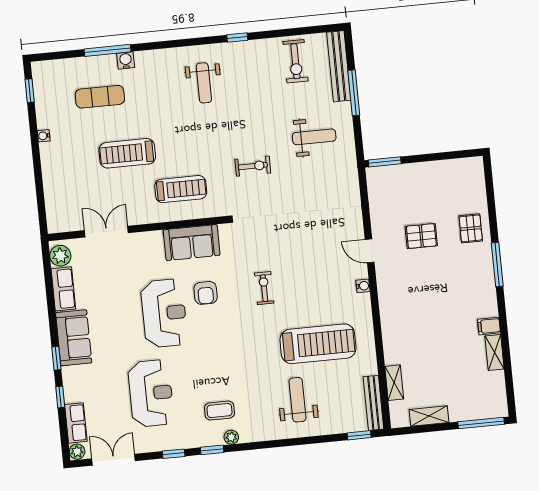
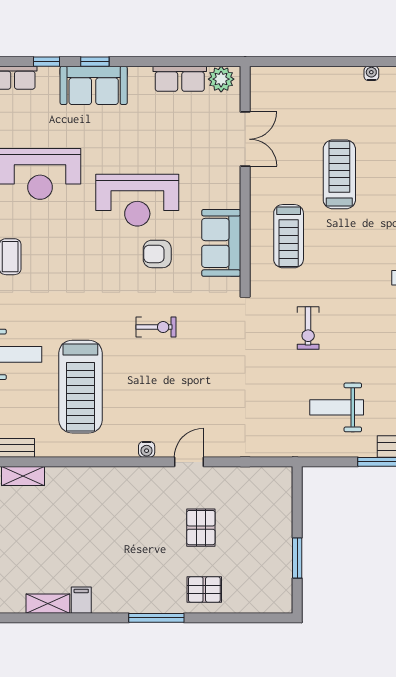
weight bench: (314, 137) -> (337, 407), turned 90
window: (385, 162) -> (297, 558), moved
sofa: (74, 338) -> (94, 85), moved

